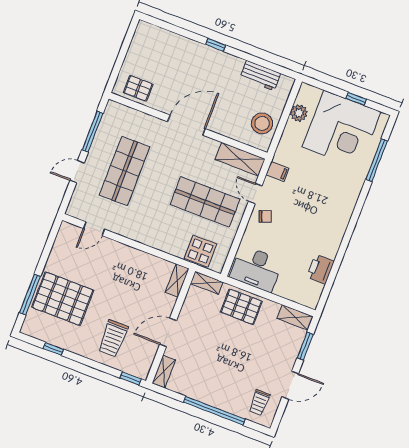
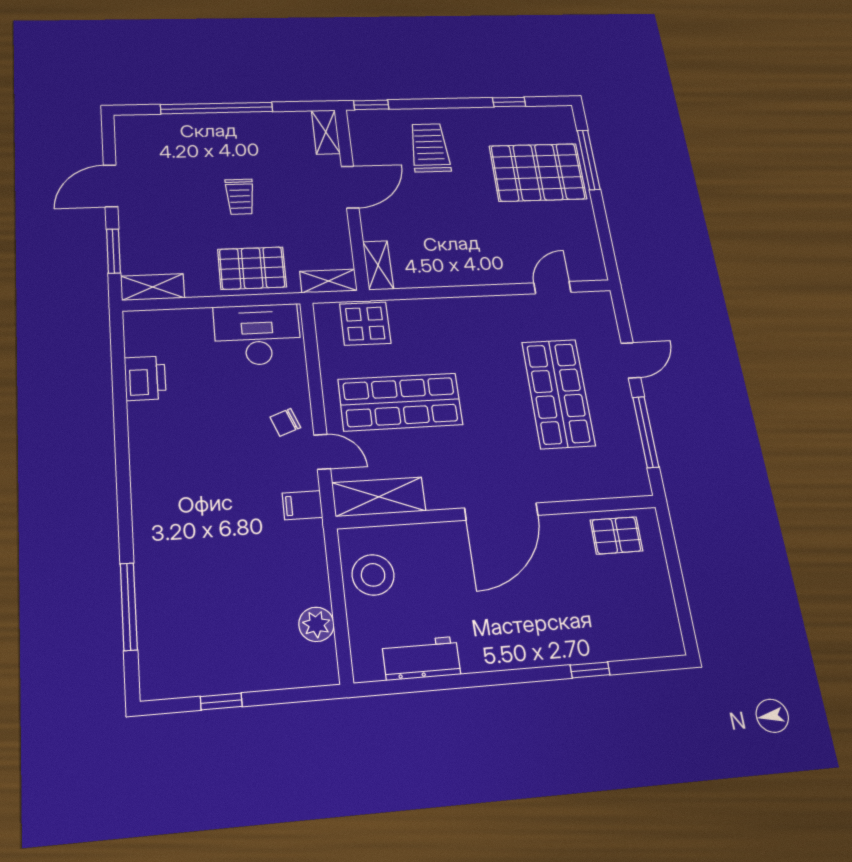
window: (216, 45) -> (590, 670), moved
corner desk: (342, 129) -> (222, 632), removed
trolley: (259, 403) -> (240, 197), moved, turned 180

